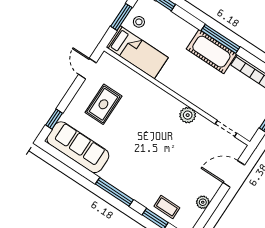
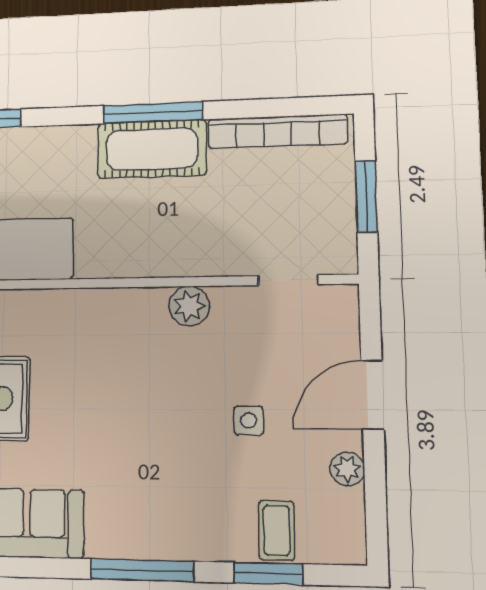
side table: (182, 166) -> (249, 420), added
door: (234, 174) -> (372, 395), moved
coffee table: (167, 207) -> (277, 530), turned 90

